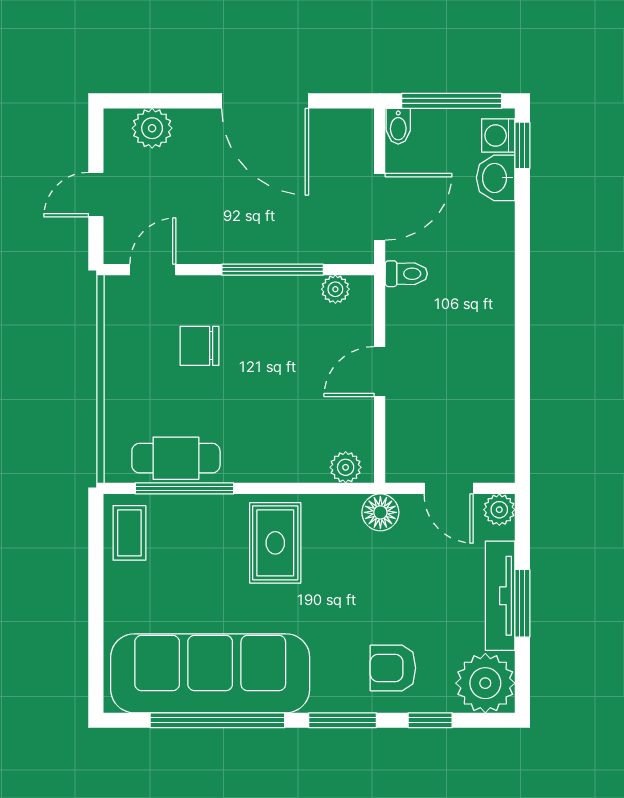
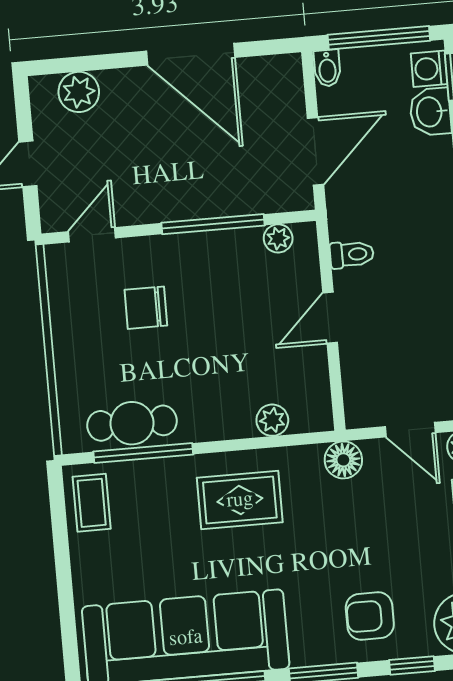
toilet: (406, 274) -> (352, 254), moved
plant: (346, 467) -> (272, 420), moved
rug: (275, 543) -> (240, 500), turned 90

